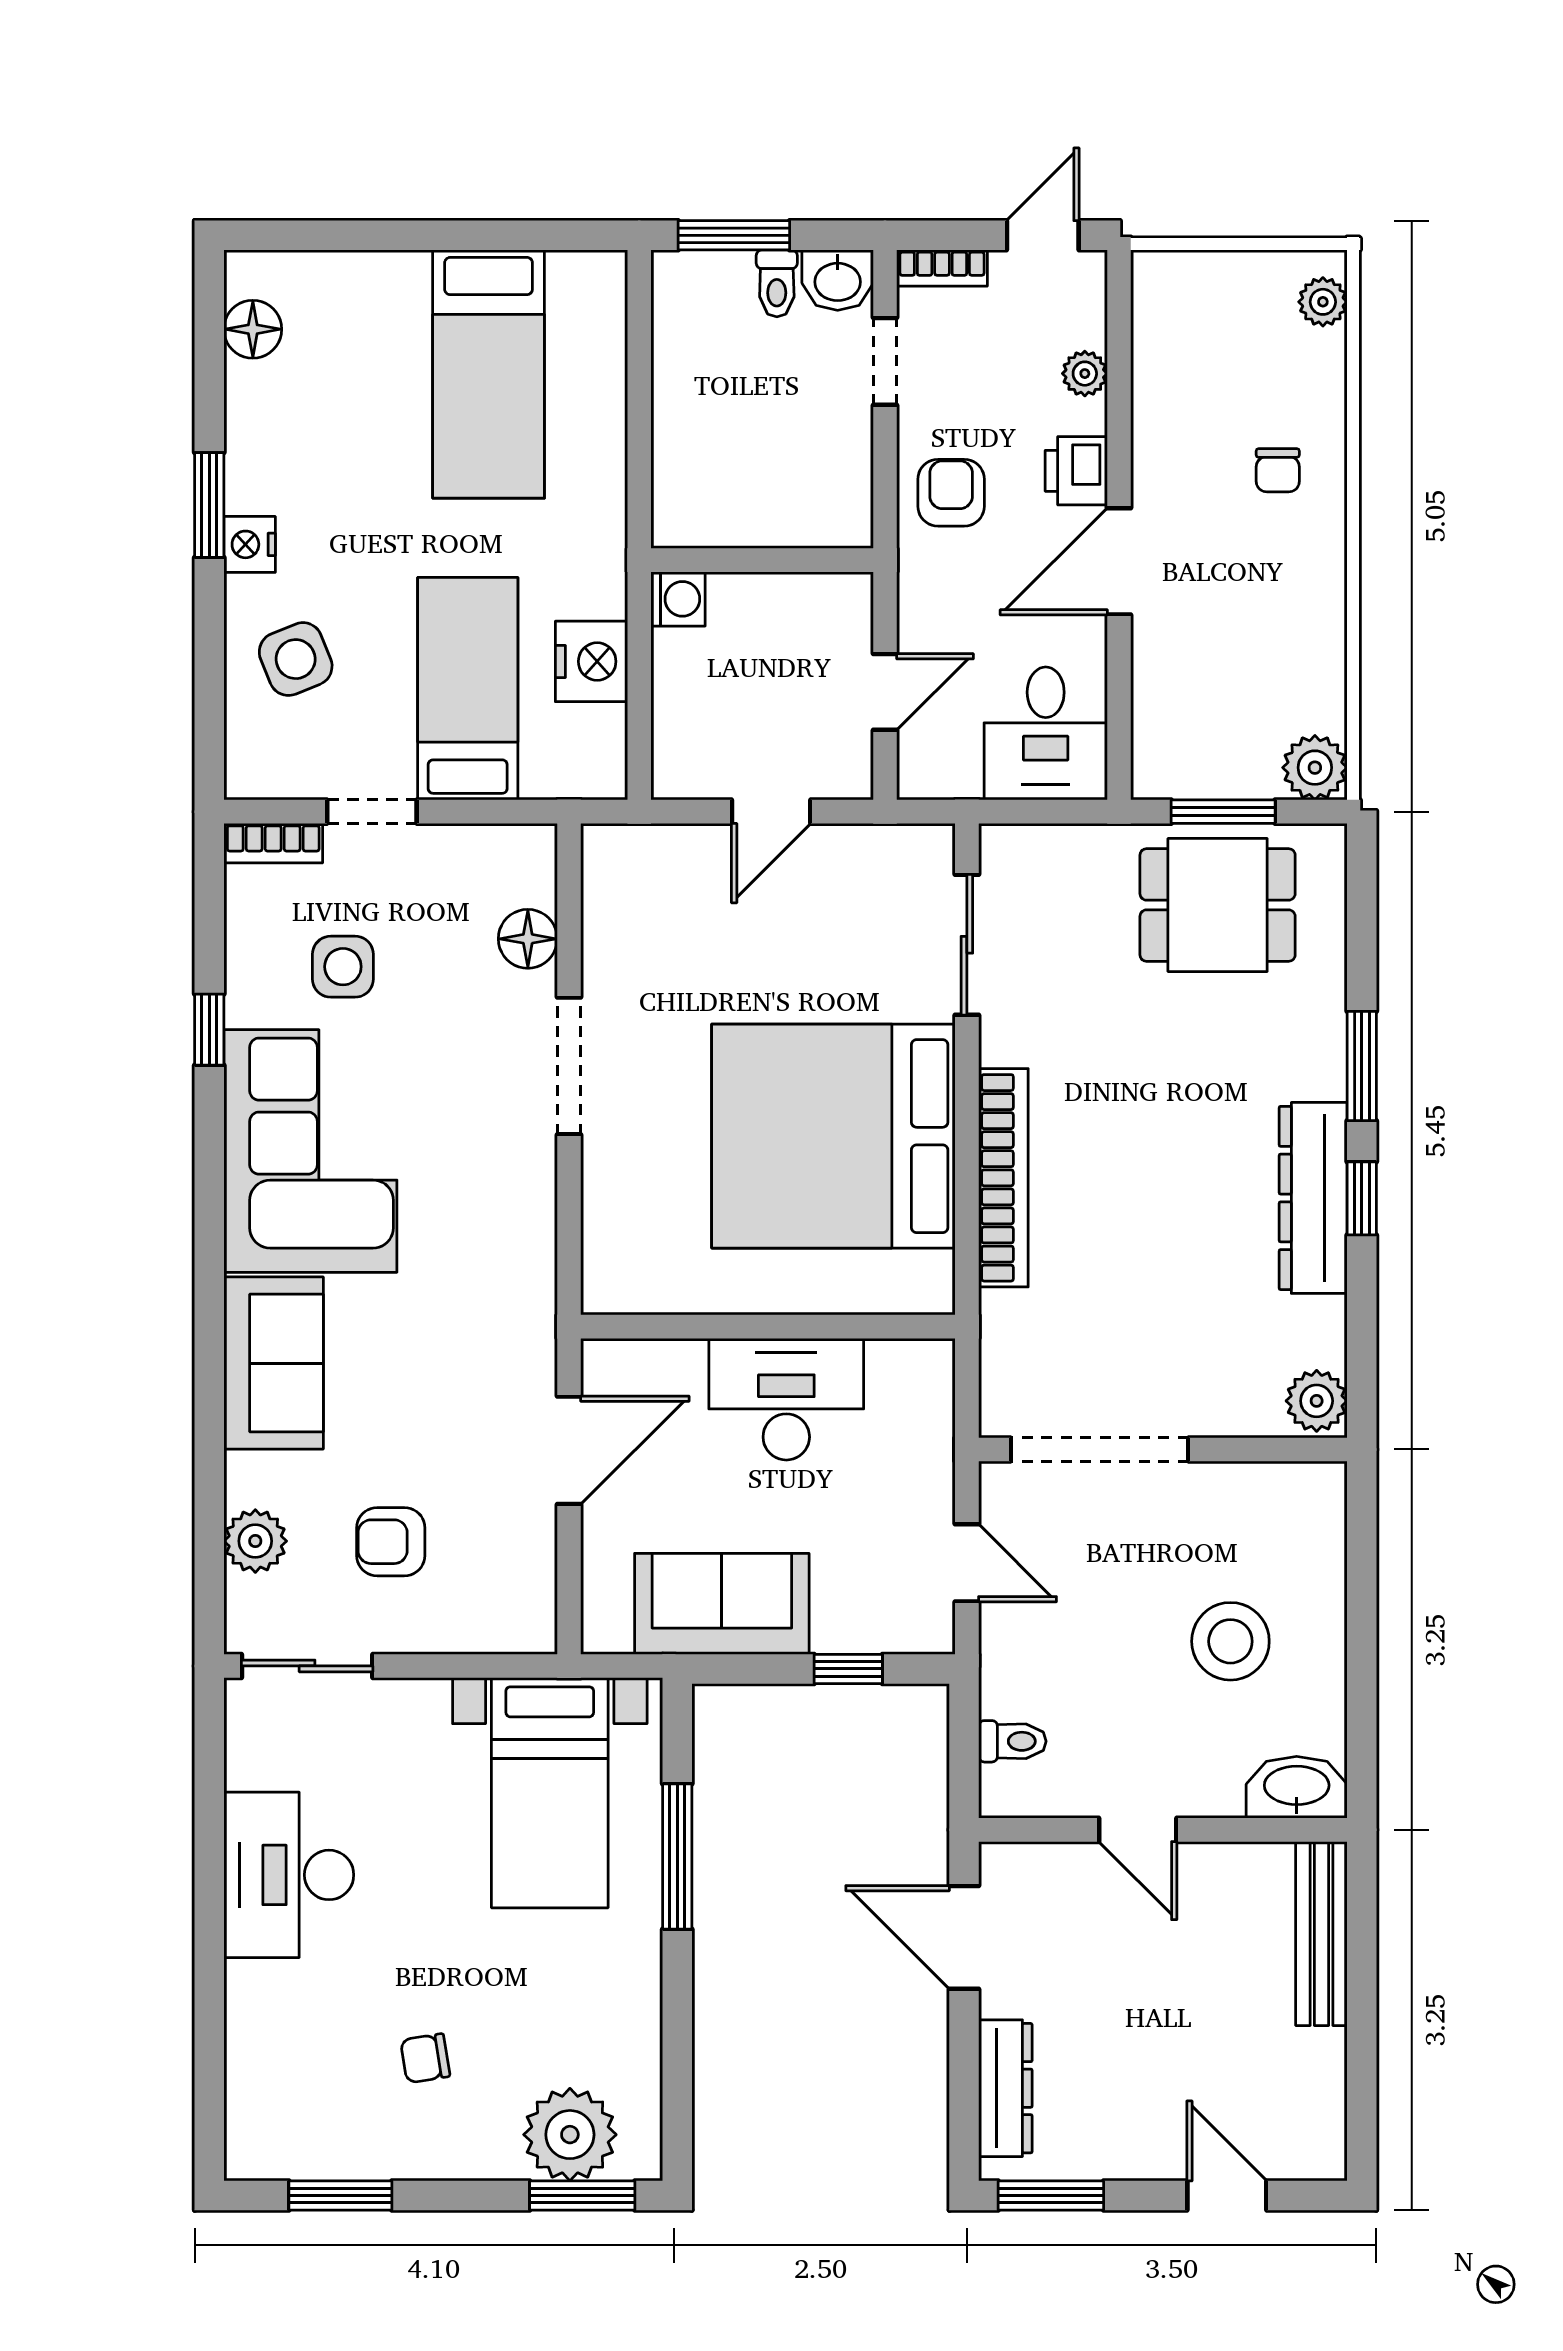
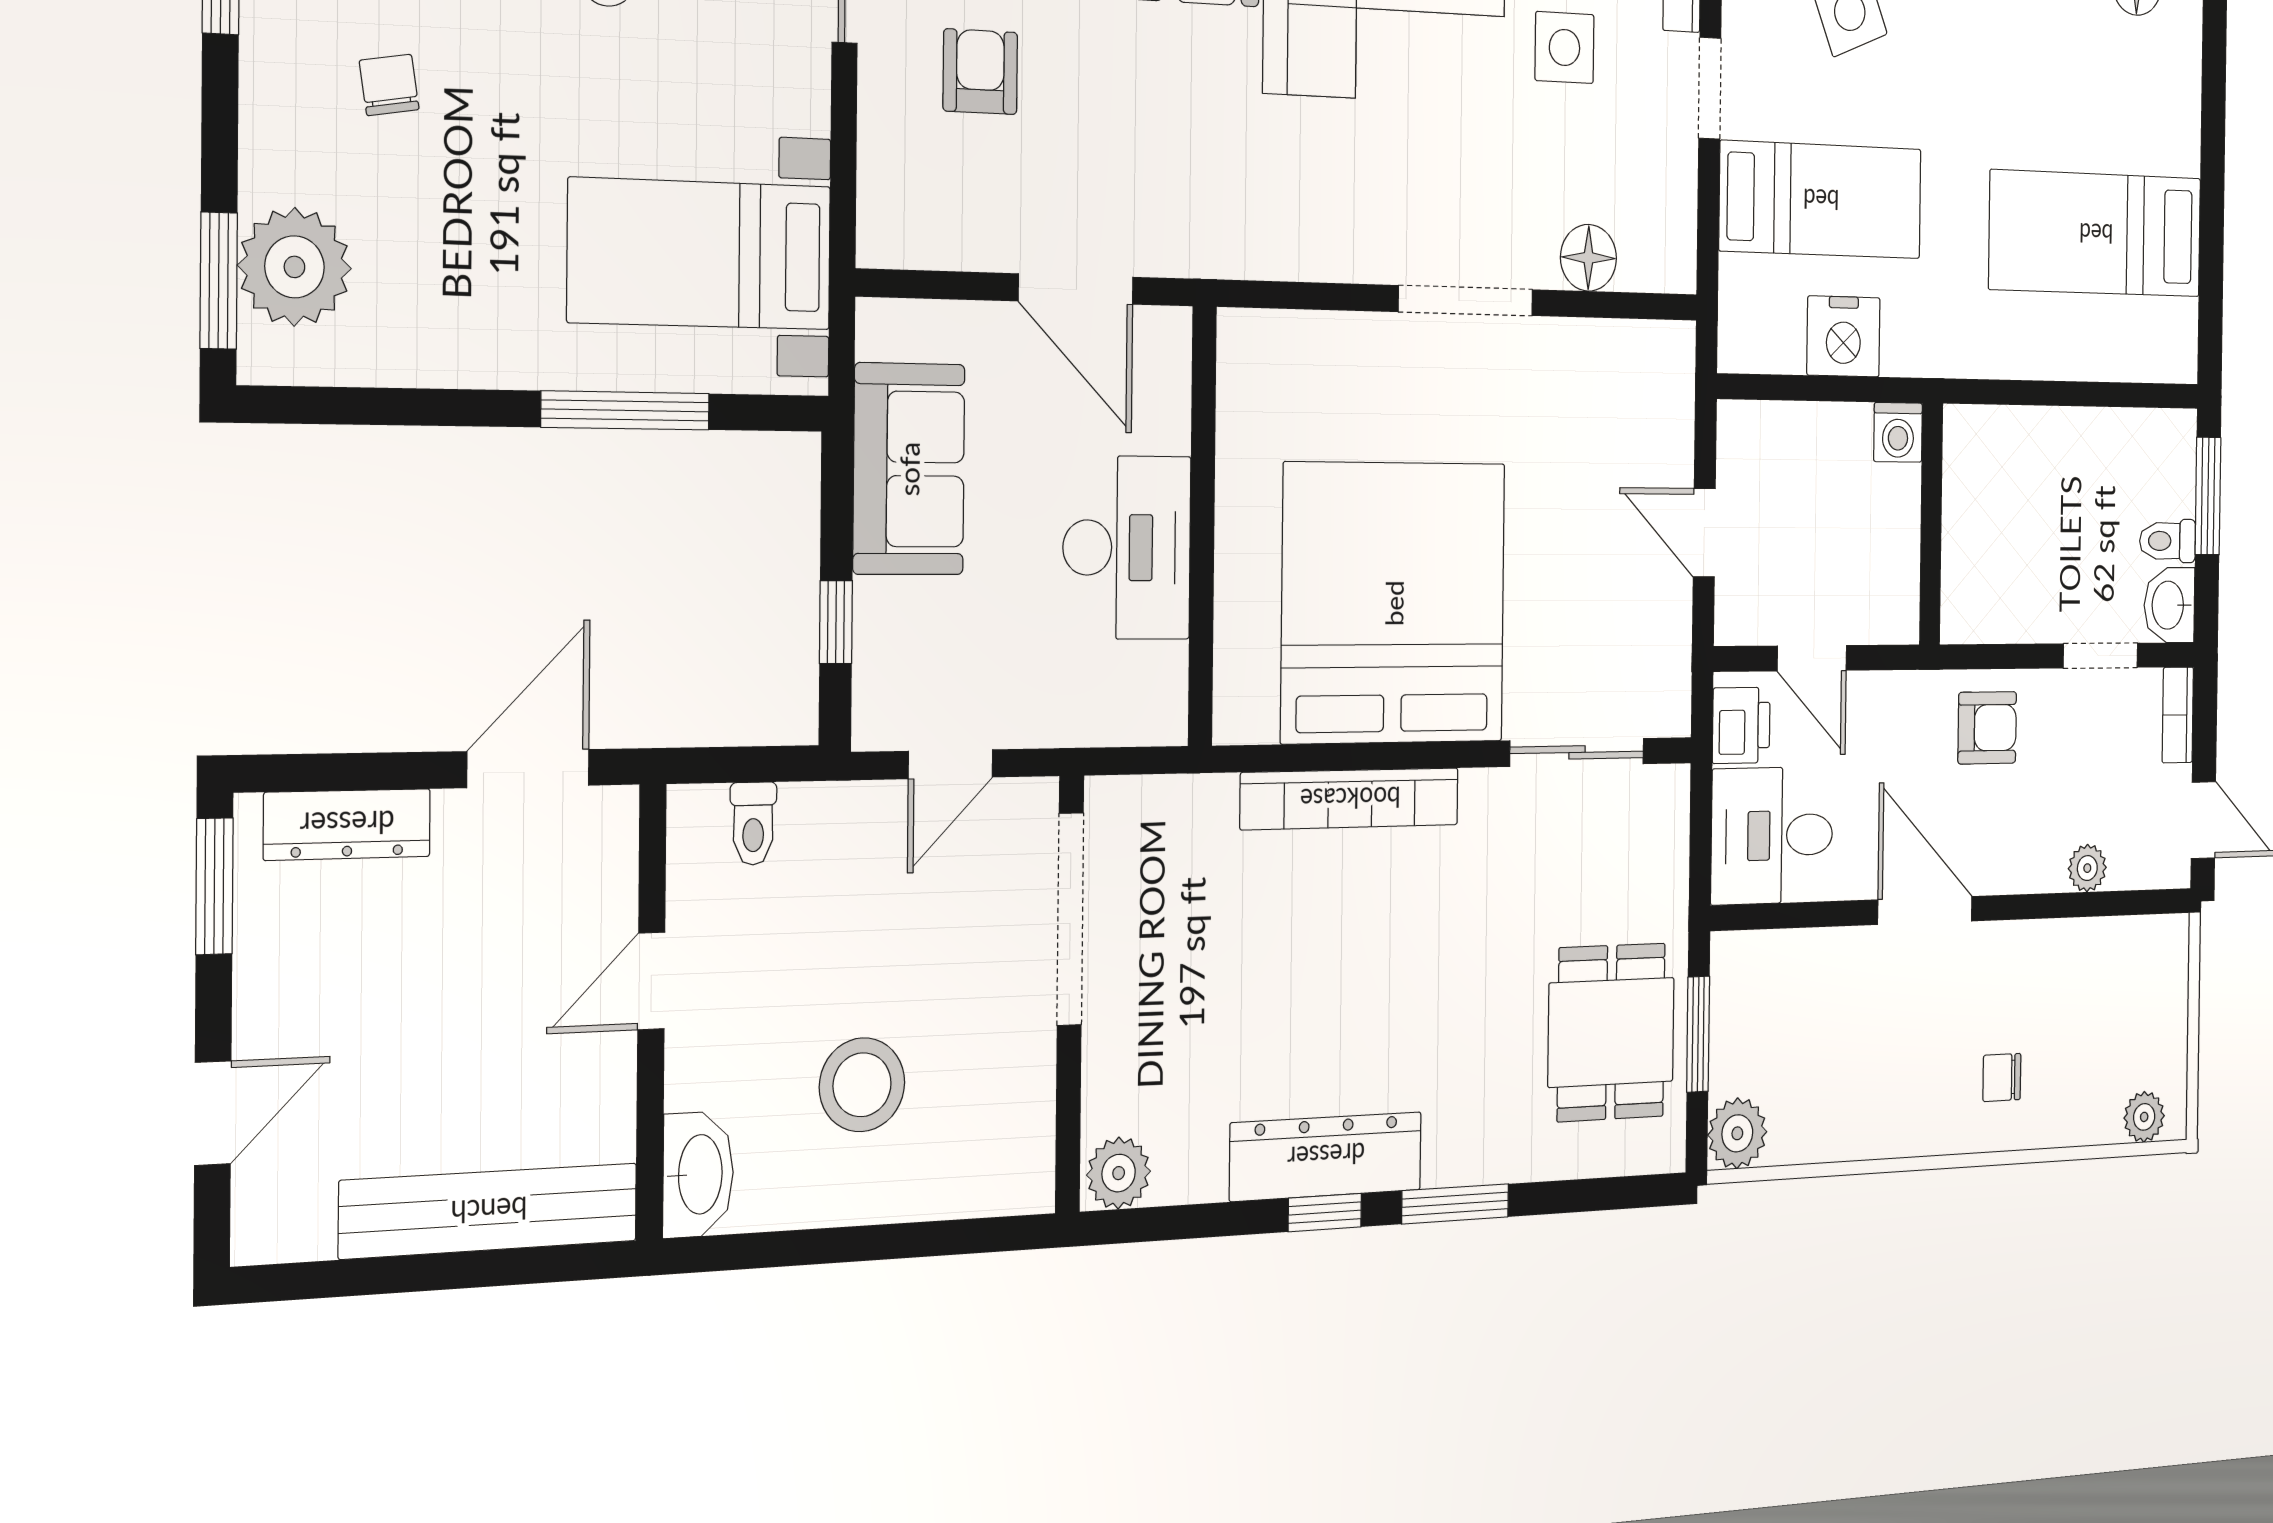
printer: (1076, 471) -> (1741, 725), moved, turned 90
bench: (1321, 1934) -> (489, 1211), width x1.37, depth x1.21

